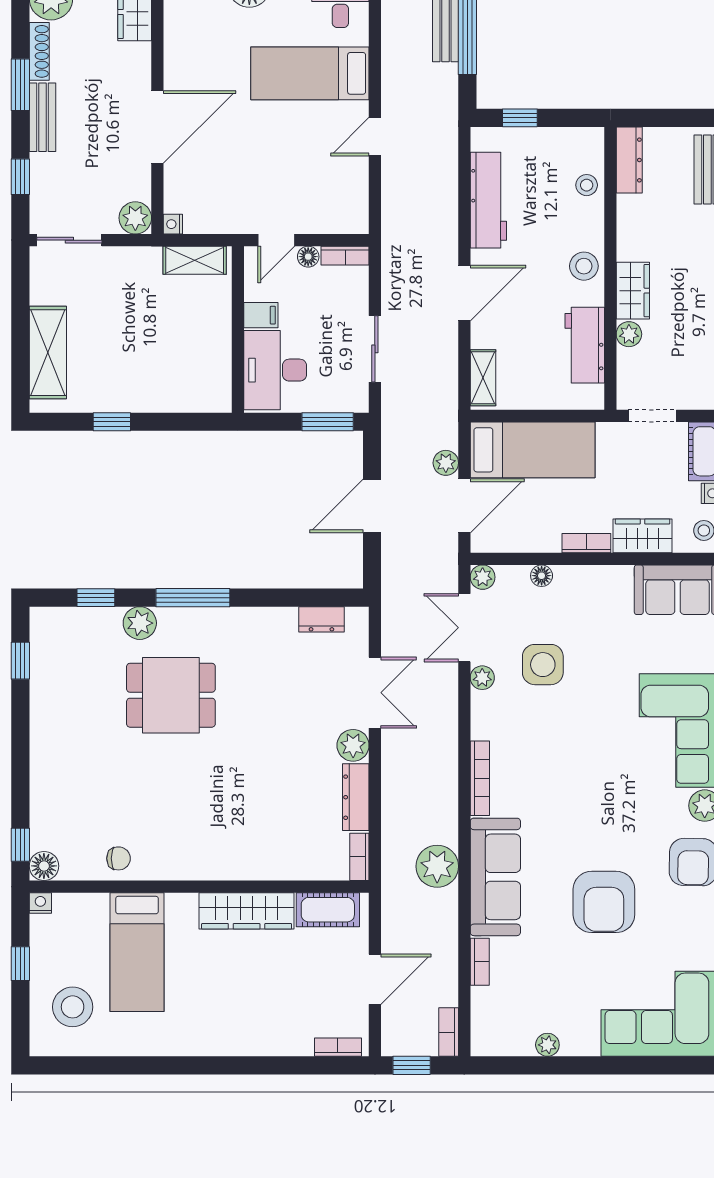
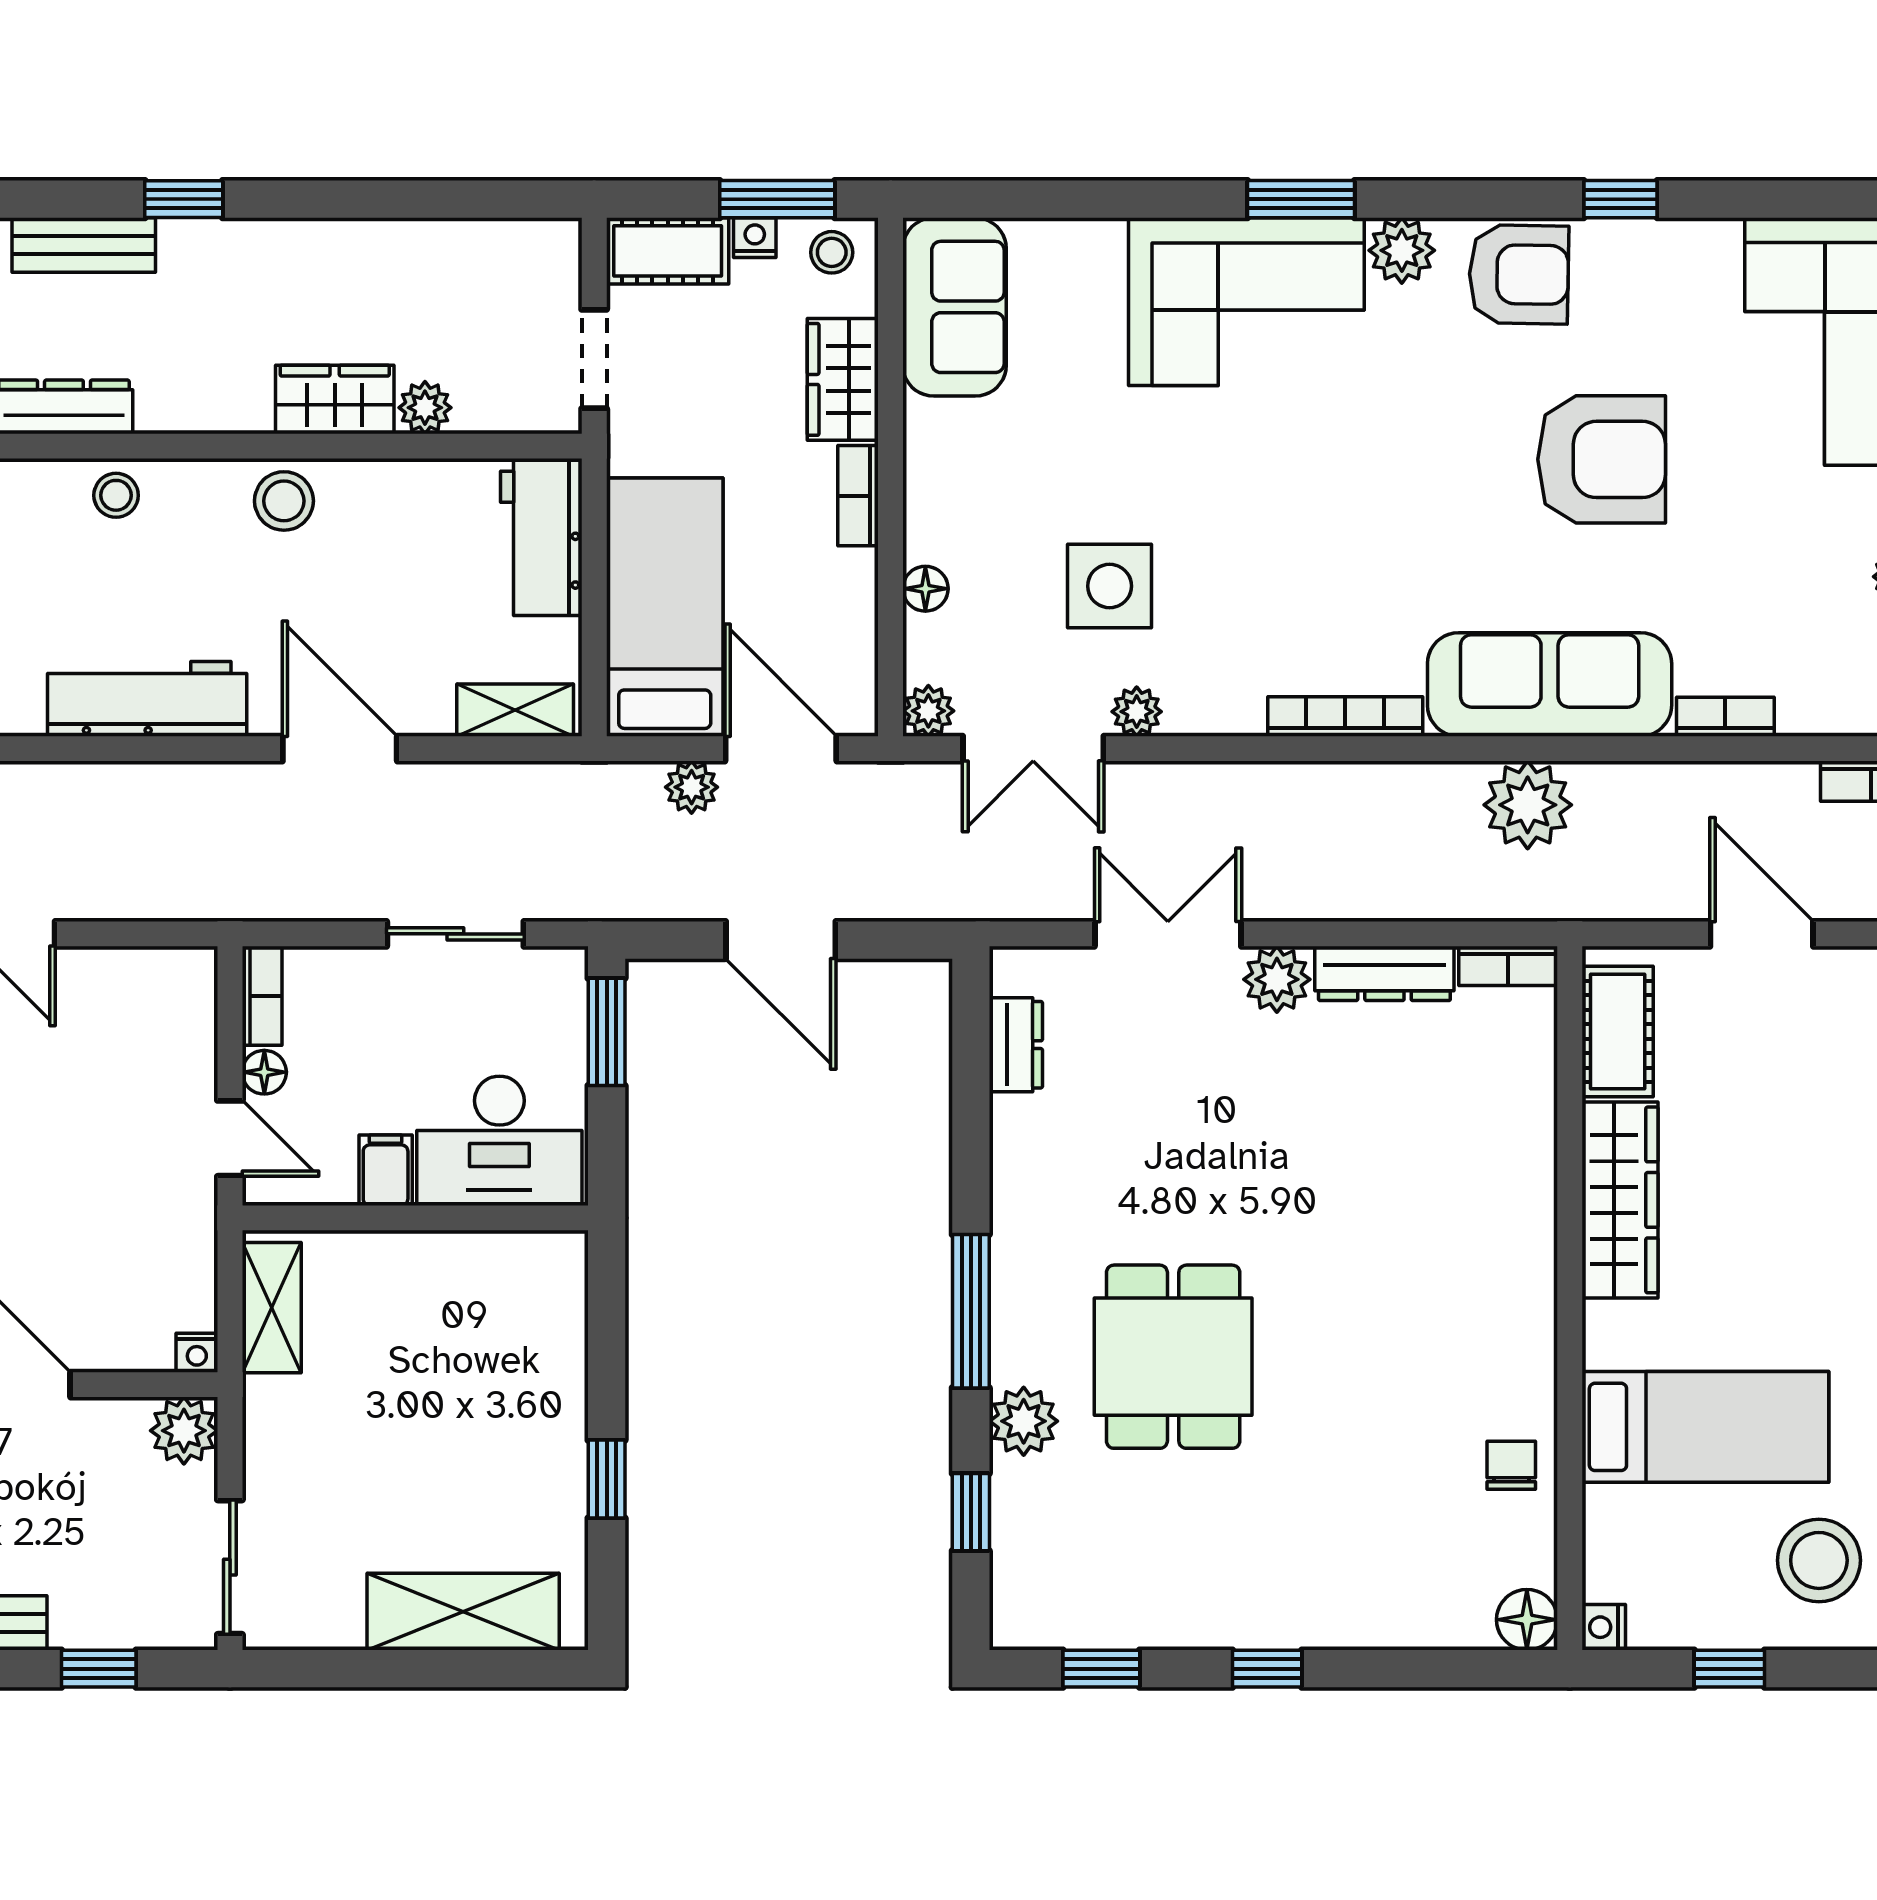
workbench: (585, 345) -> (541, 537), moved, turned 90
window: (20, 845) -> (1267, 1669), moved

